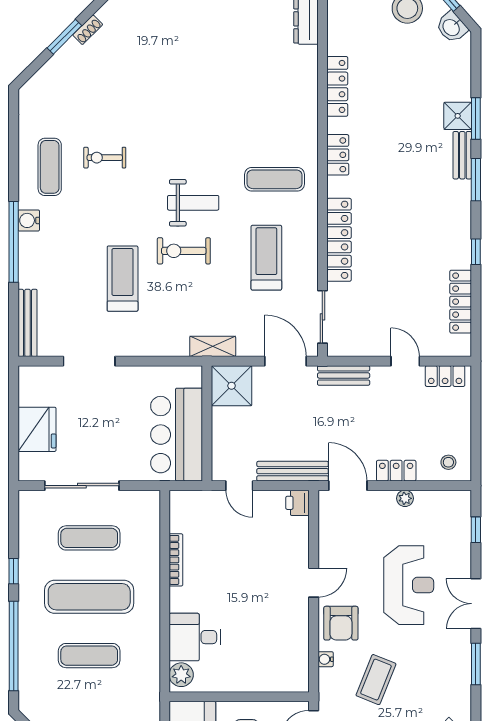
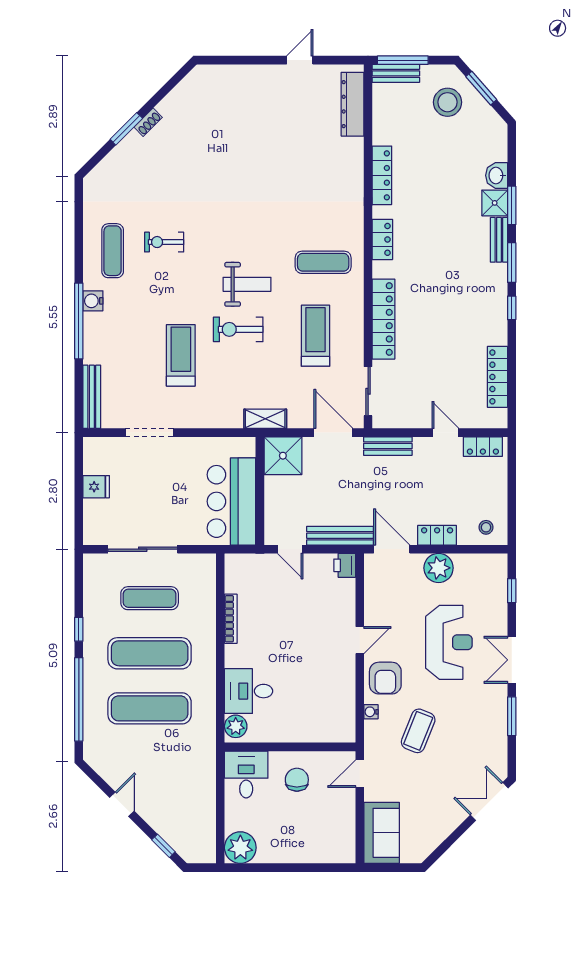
washbasin: (452, 27) -> (497, 175), moved, turned 41
window: (476, 252) -> (512, 308), moved
fridge: (37, 429) -> (96, 487), width x0.53, depth x0.75
plant: (405, 498) -> (439, 568), width x1.87, depth x1.87
exercise mat: (89, 656) -> (150, 708), width x1.36, depth x1.45

